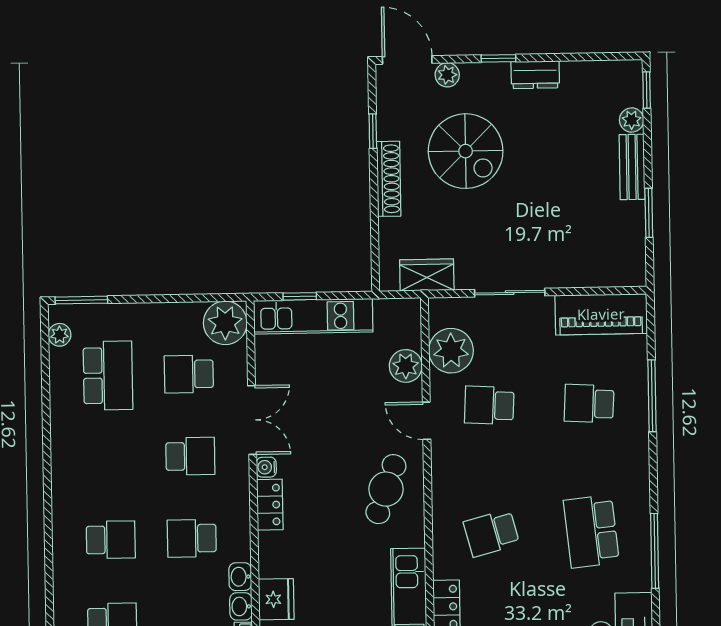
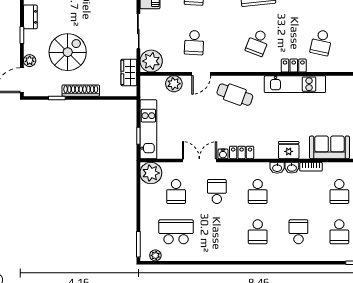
plant: (451, 351) -> (151, 61), moved
school desk: (491, 533) -> (258, 43), turned 36
school desk: (111, 540) -> (258, 232), turned 180

